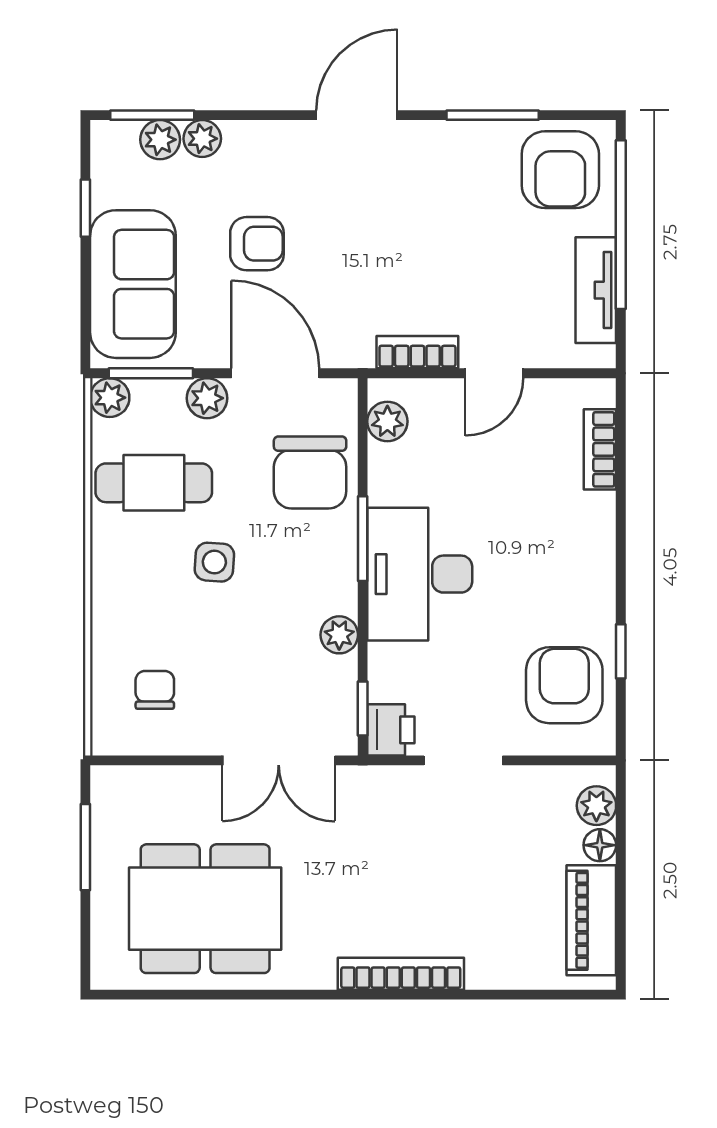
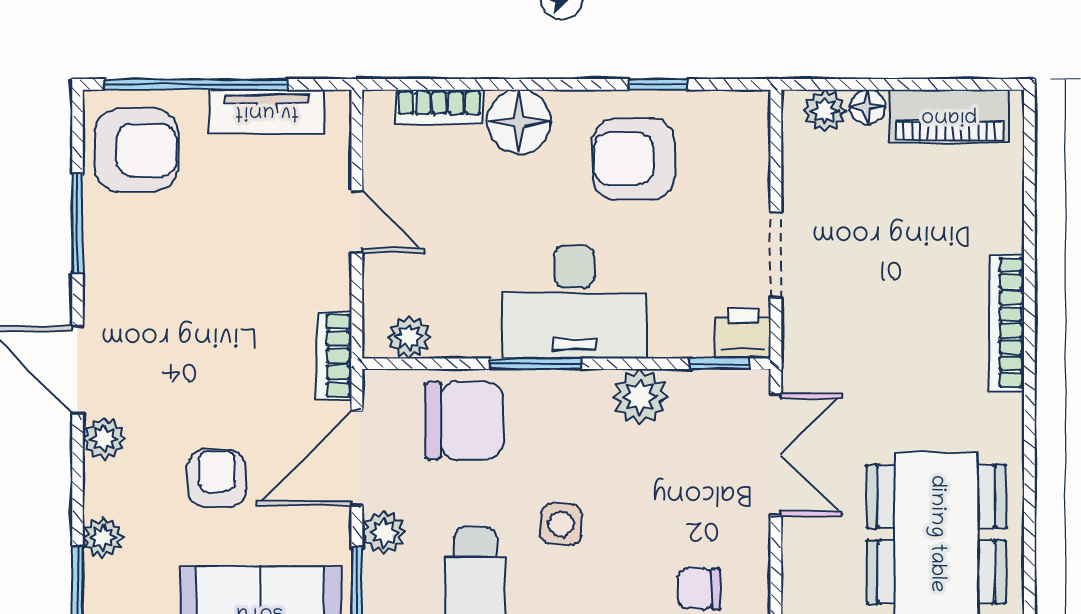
plant: (160, 140) -> (104, 439), moved
bookcase: (417, 352) -> (334, 356), moved
floor lamp: (586, 523) -> (519, 122), added
plant: (339, 635) -> (640, 397), width x1.38, depth x1.38
armchair: (564, 685) -> (634, 159), moved

